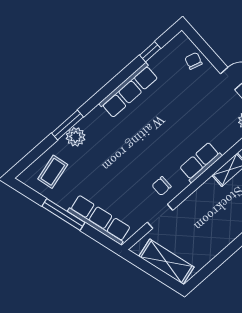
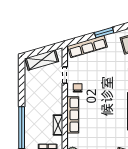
row of seats: (201, 162) -> (73, 115), width x1.48
window: (63, 214) -> (104, 33), width x0.69

